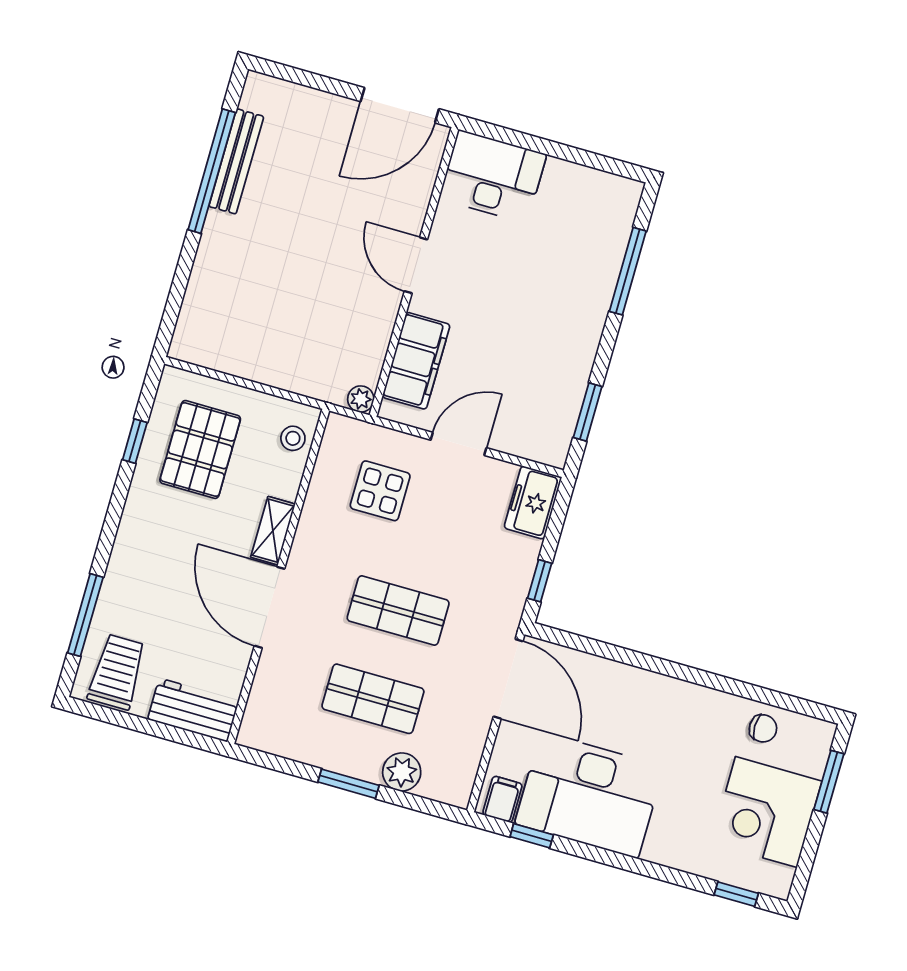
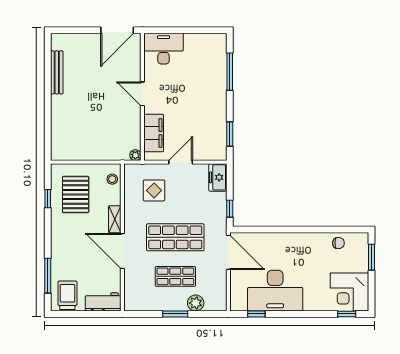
window: (212, 171) -> (48, 79), removed
shop shelf: (398, 611) -> (175, 237), width x1.43, depth x1.36
filing cabinet: (502, 799) -> (240, 302), removed
corner desk: (766, 812) -> (350, 292), moved

